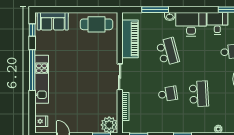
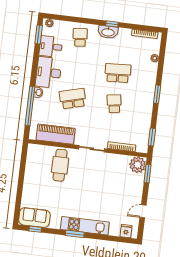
window: (155, 10) -> (30, 106), width x1.46
sofa: (53, 21) -> (34, 218), moved, turned -90
cafe table: (96, 24) -> (60, 165), moved
window: (32, 70) -> (75, 234), width x0.47

